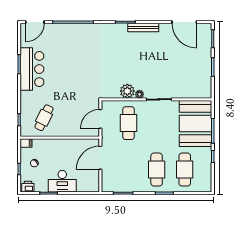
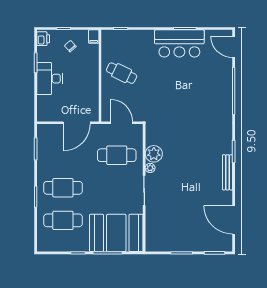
door: (184, 22) -> (234, 220), hinge flipped
cafe table: (44, 118) -> (122, 73), moved
door: (100, 158) -> (77, 123), swing flipped

